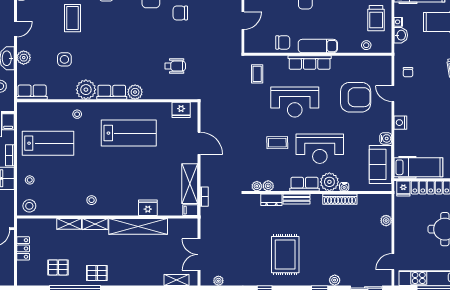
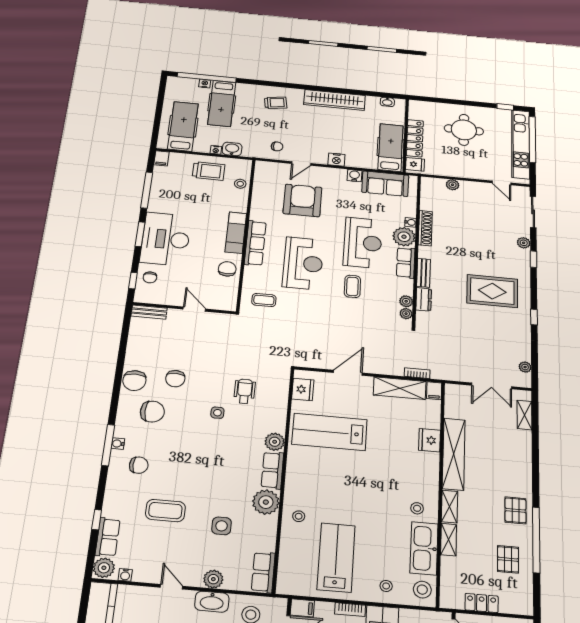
side table: (155, 47) -> (217, 413), added
lab bench: (129, 133) -> (330, 432), moved, turned -90
kitchen sink: (61, 206) -> (424, 548), added

